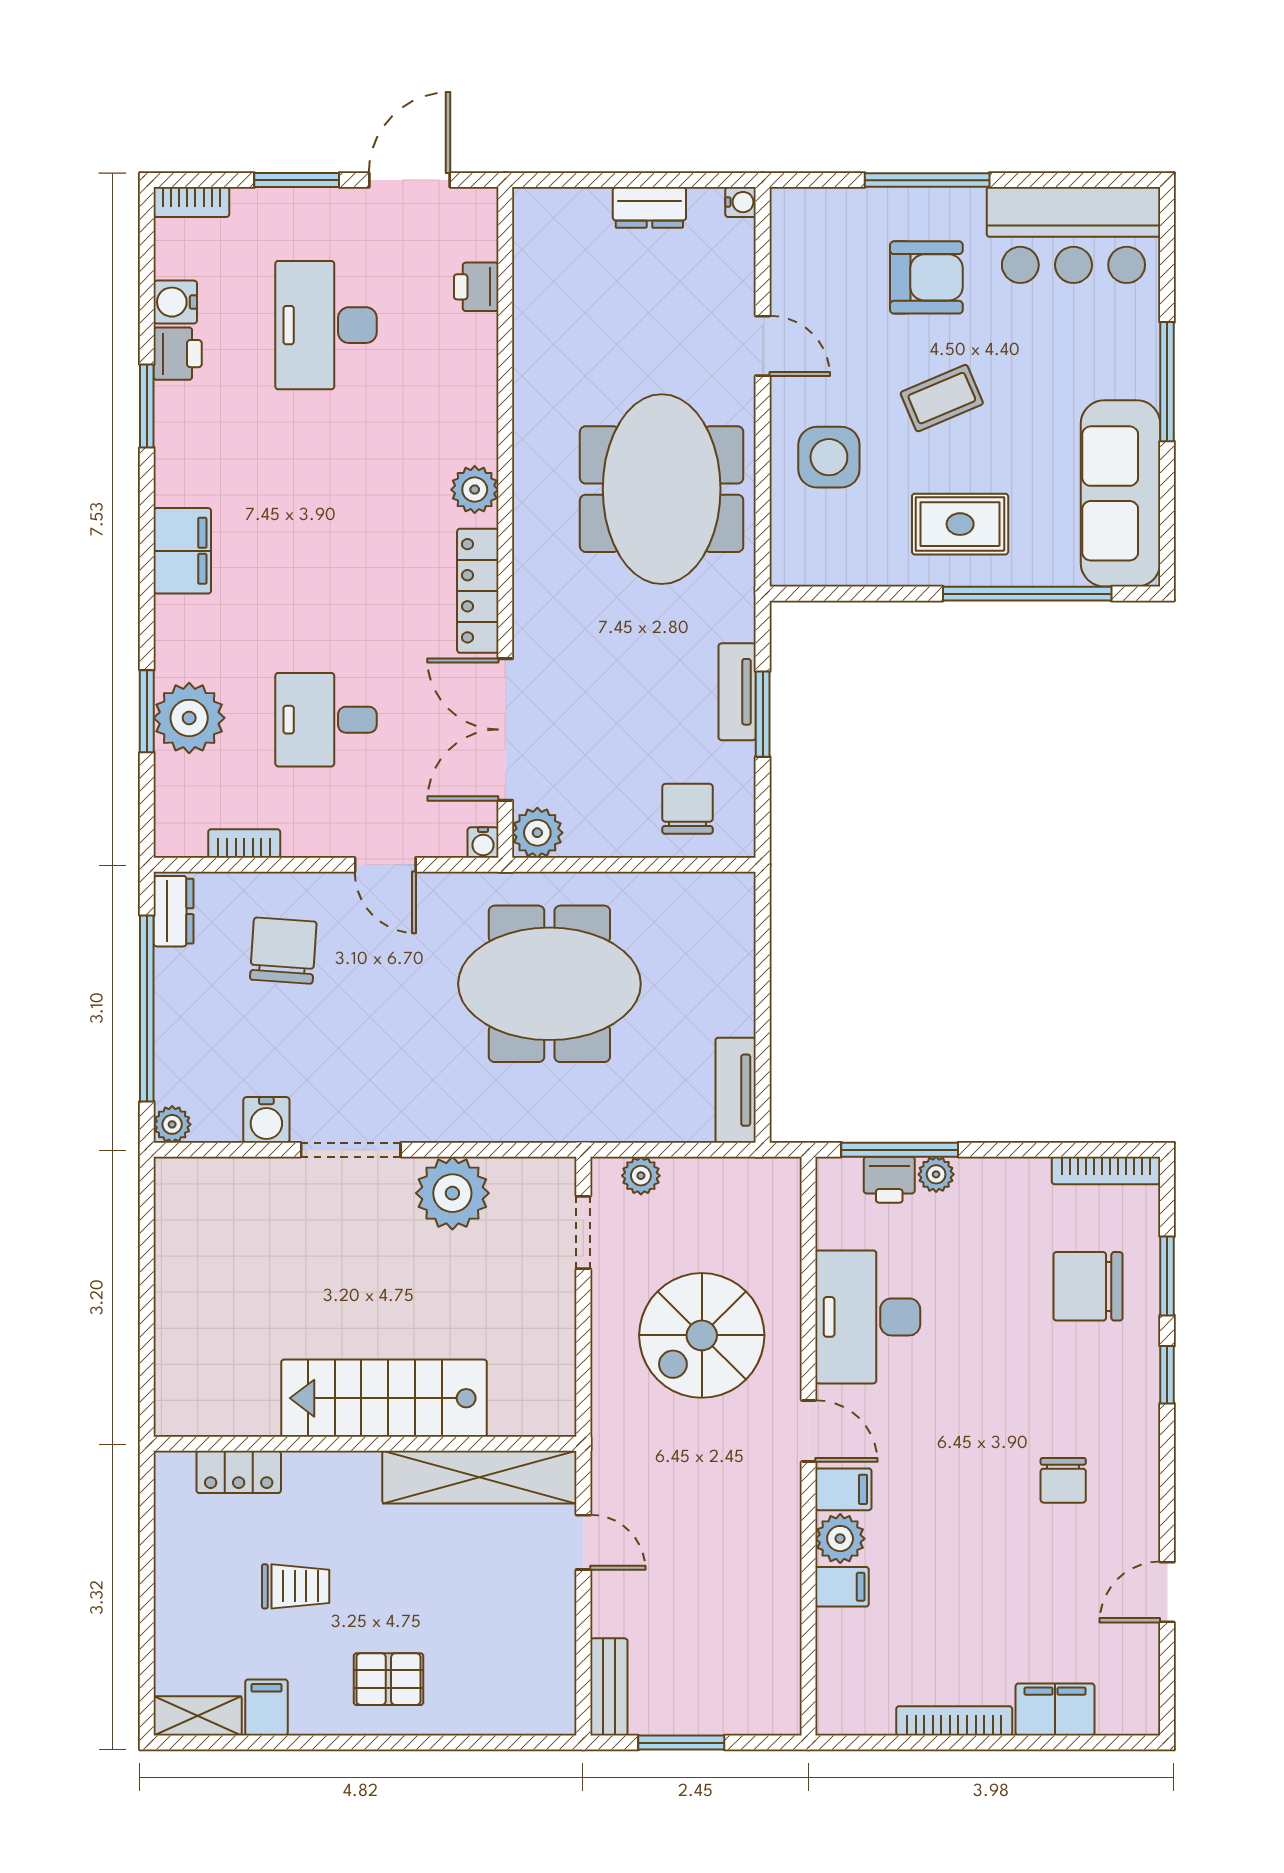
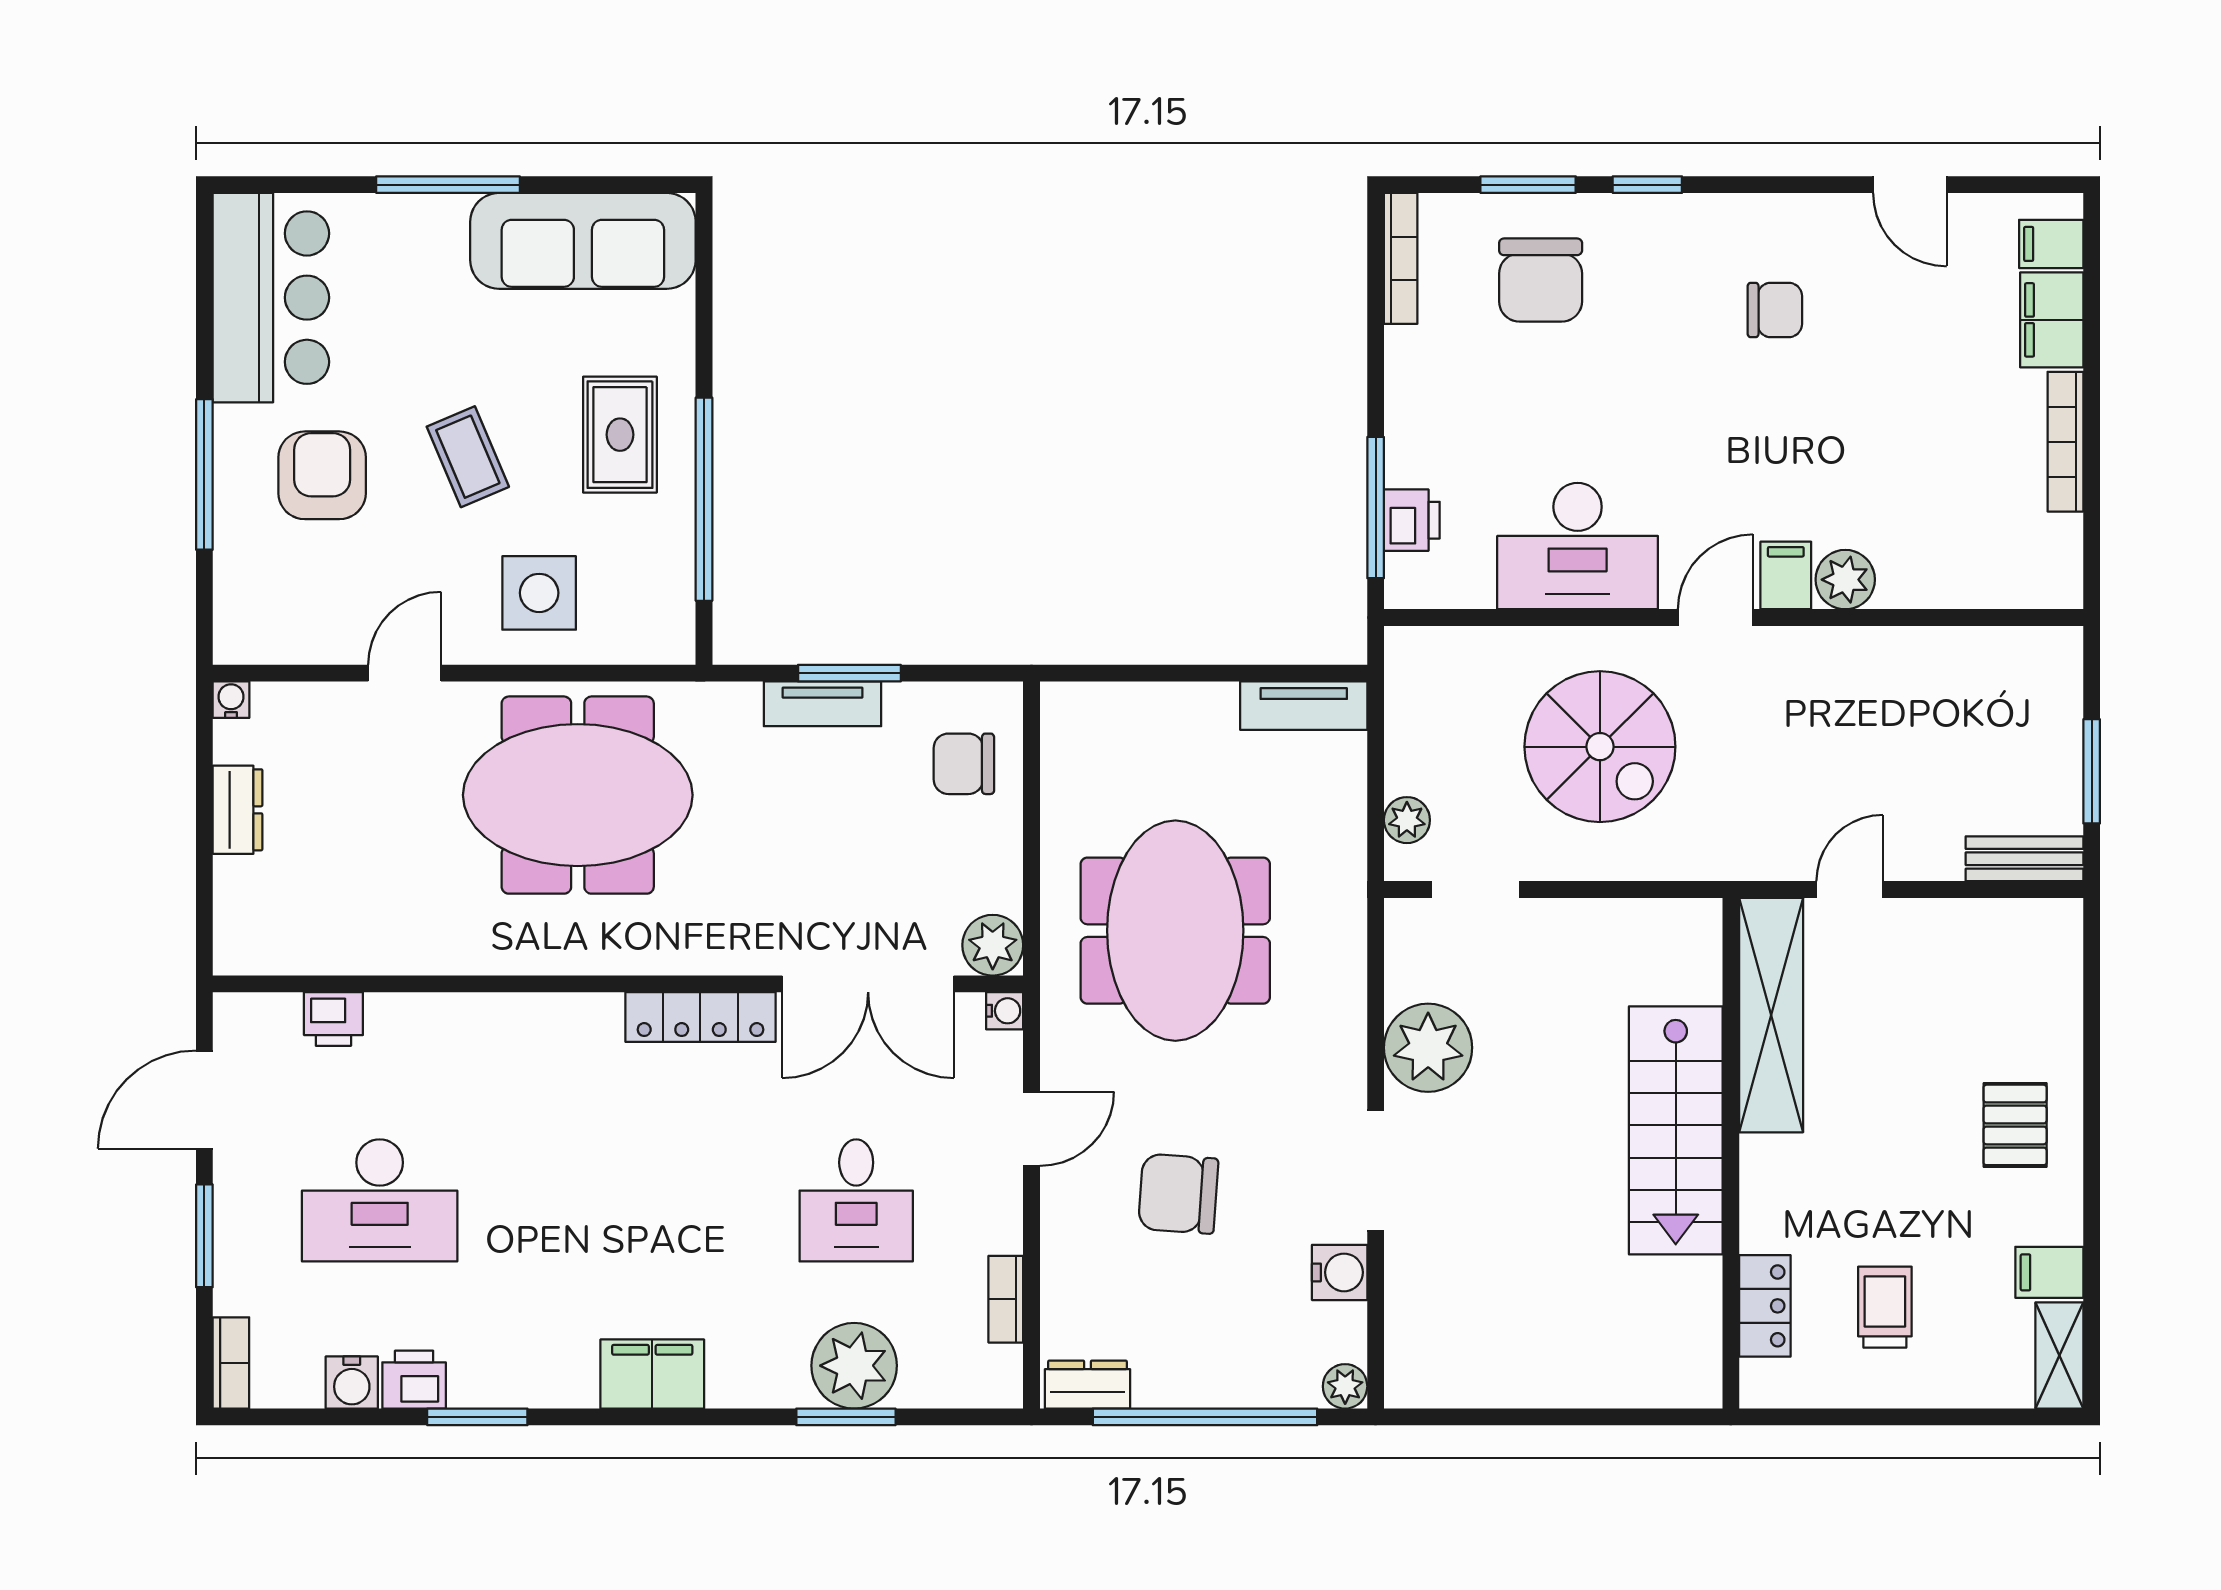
door: (409, 180) -> (204, 1100), hinge flipped
plant: (475, 490) -> (578, 1021), removed
window: (1027, 594) -> (704, 499), moved
chair: (283, 951) -> (1178, 1194), moved
plant: (936, 1174) -> (1405, 464), removed
trolley: (296, 1586) -> (1885, 1307), moved
filing cabinet: (842, 1587) -> (2051, 244), moved, turned -90

